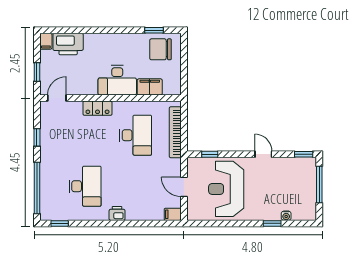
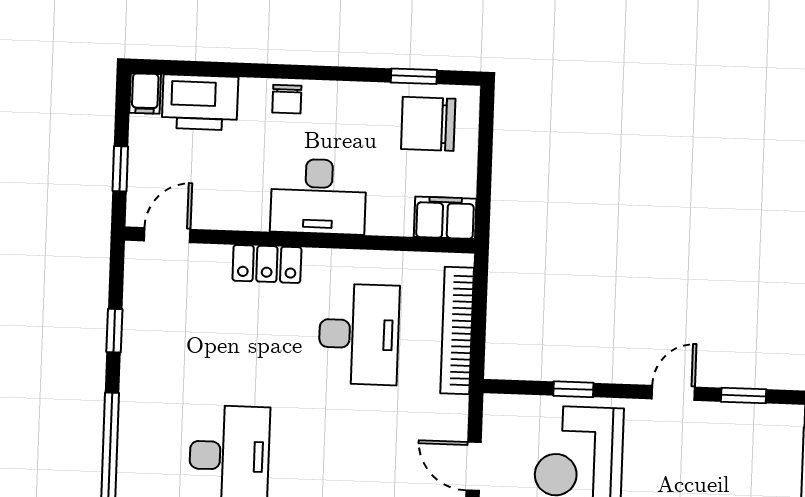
chair: (103, 41) -> (287, 99), added
filing cabinet: (150, 87) -> (445, 218), moved
window: (210, 154) -> (573, 389), moved
door: (263, 154) -> (673, 393), hinge flipped
window: (304, 154) -> (744, 395), moved

